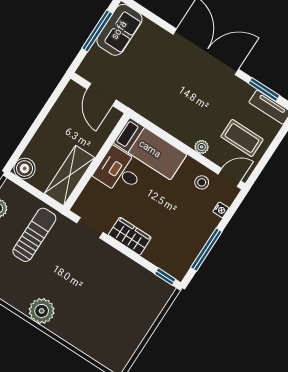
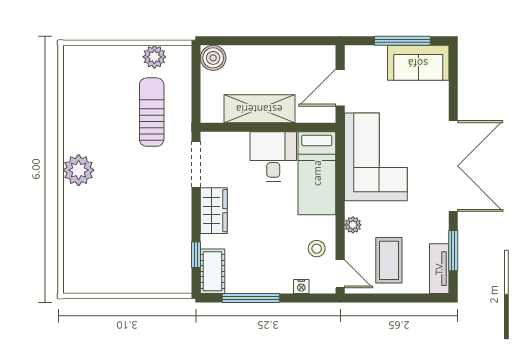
corner sofa: (165, 101) -> (376, 157), added
shelving: (70, 175) -> (259, 109), moved
doorway: (90, 228) -> (196, 164), width x1.38
sun lounger: (34, 235) -> (152, 112), turned -90
cot: (171, 264) -> (212, 271), added
window: (165, 277) -> (196, 255), moved

